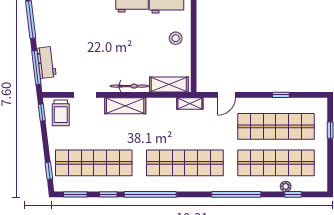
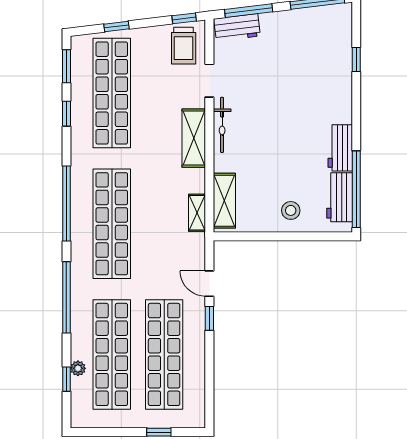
workbench: (47, 62) -> (237, 27), moved
bicycle: (129, 86) -> (222, 125), moved
window: (281, 95) -> (209, 318), moved
shelving: (190, 103) -> (197, 213), moved
trolley: (61, 113) -> (184, 46), turned -90
window: (49, 171) -> (116, 26), moved
window: (150, 194) -> (66, 204), moved

